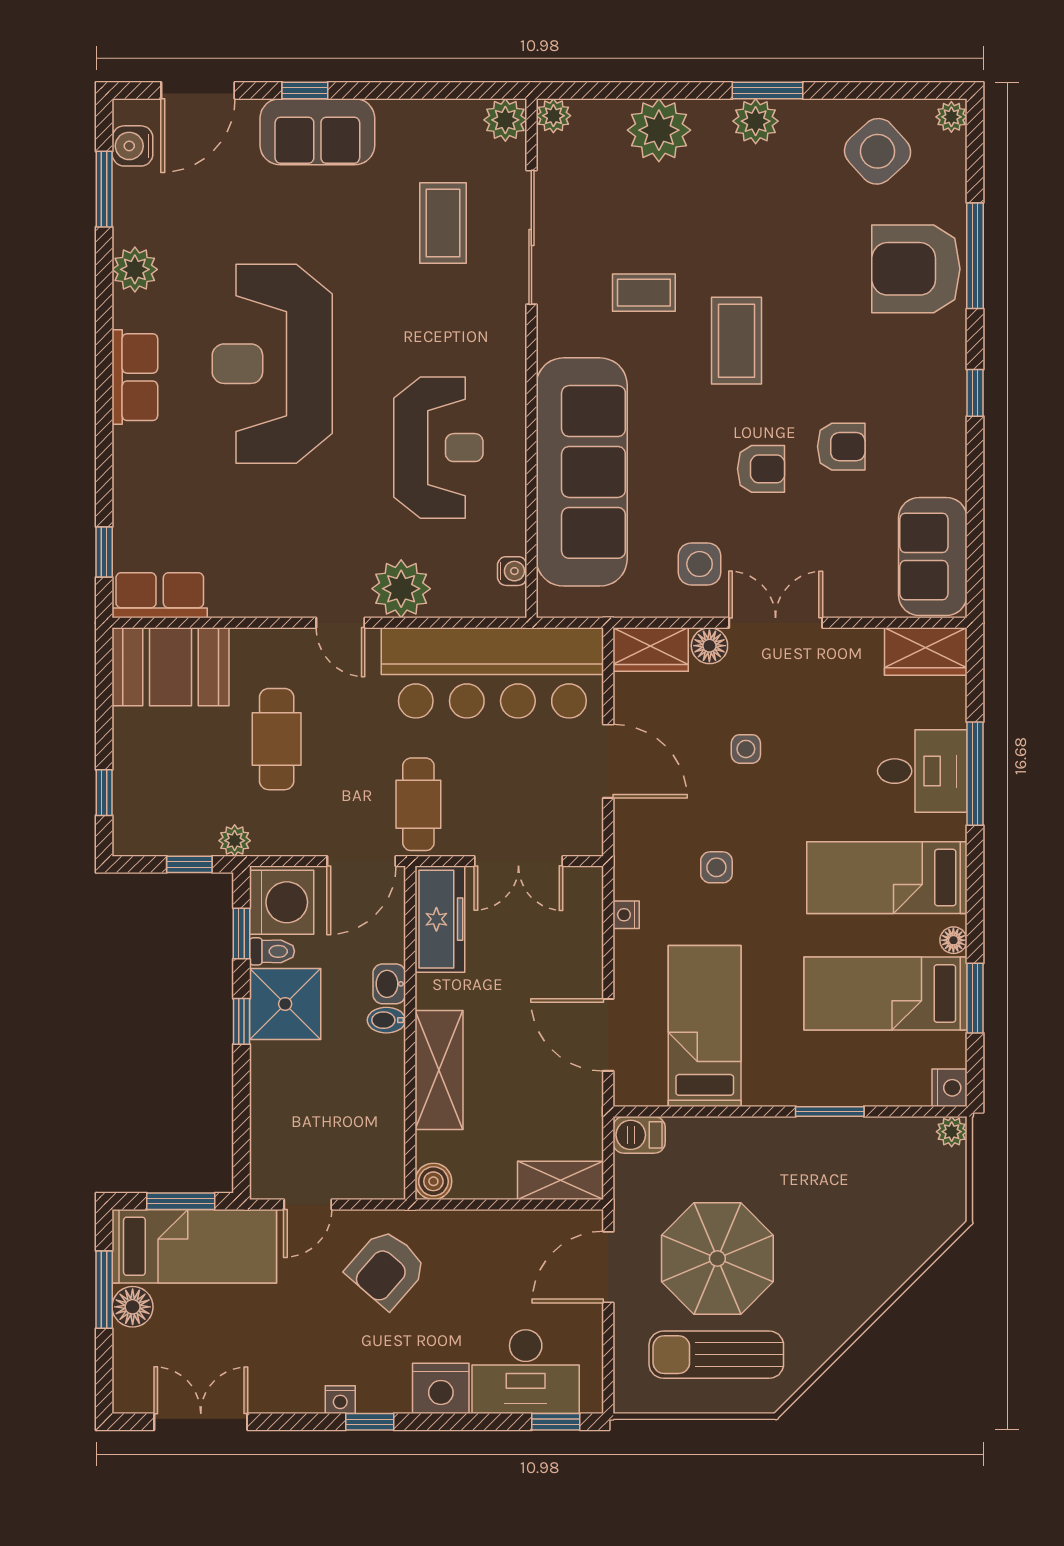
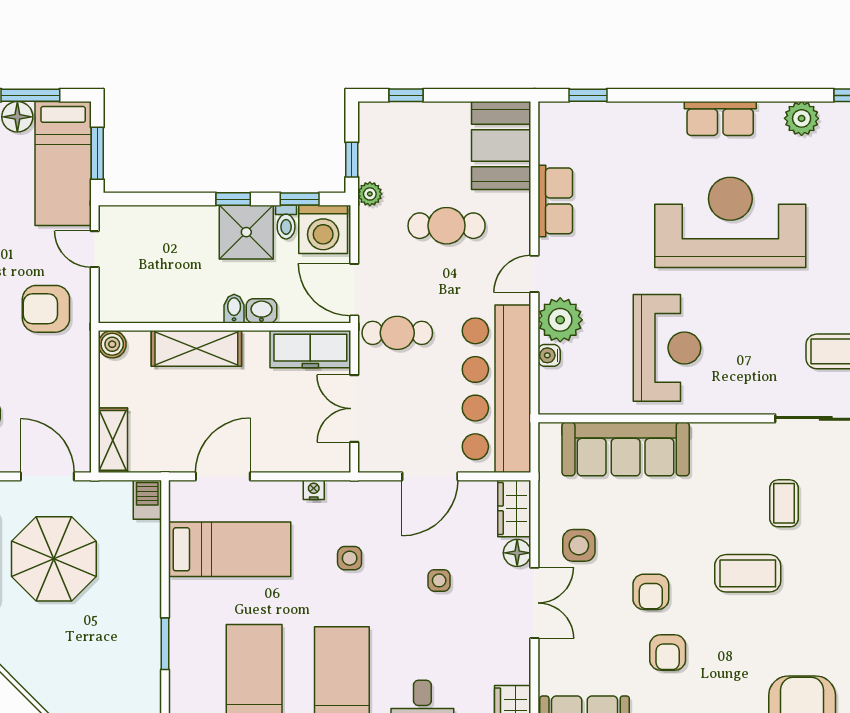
reception desk: (438, 448) -> (667, 348), turned -90
sofa: (582, 472) -> (626, 449), width x0.74, depth x0.79
water cooler: (512, 571) -> (549, 355), moved, turned 90
row of seats: (160, 595) -> (555, 201), moved
armchair: (387, 1269) -> (46, 309), turned -41

